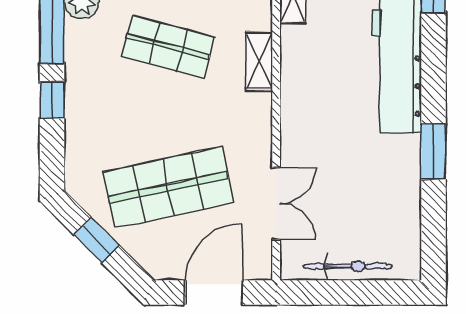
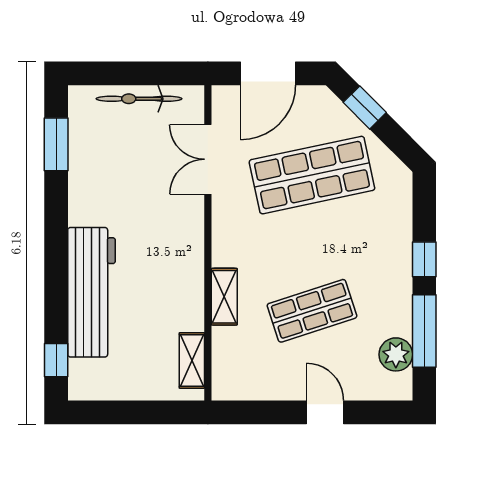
shop shelf: (168, 47) -> (312, 311), turned -33
window: (433, 152) -> (56, 144), moved
window: (96, 240) -> (365, 107), moved

